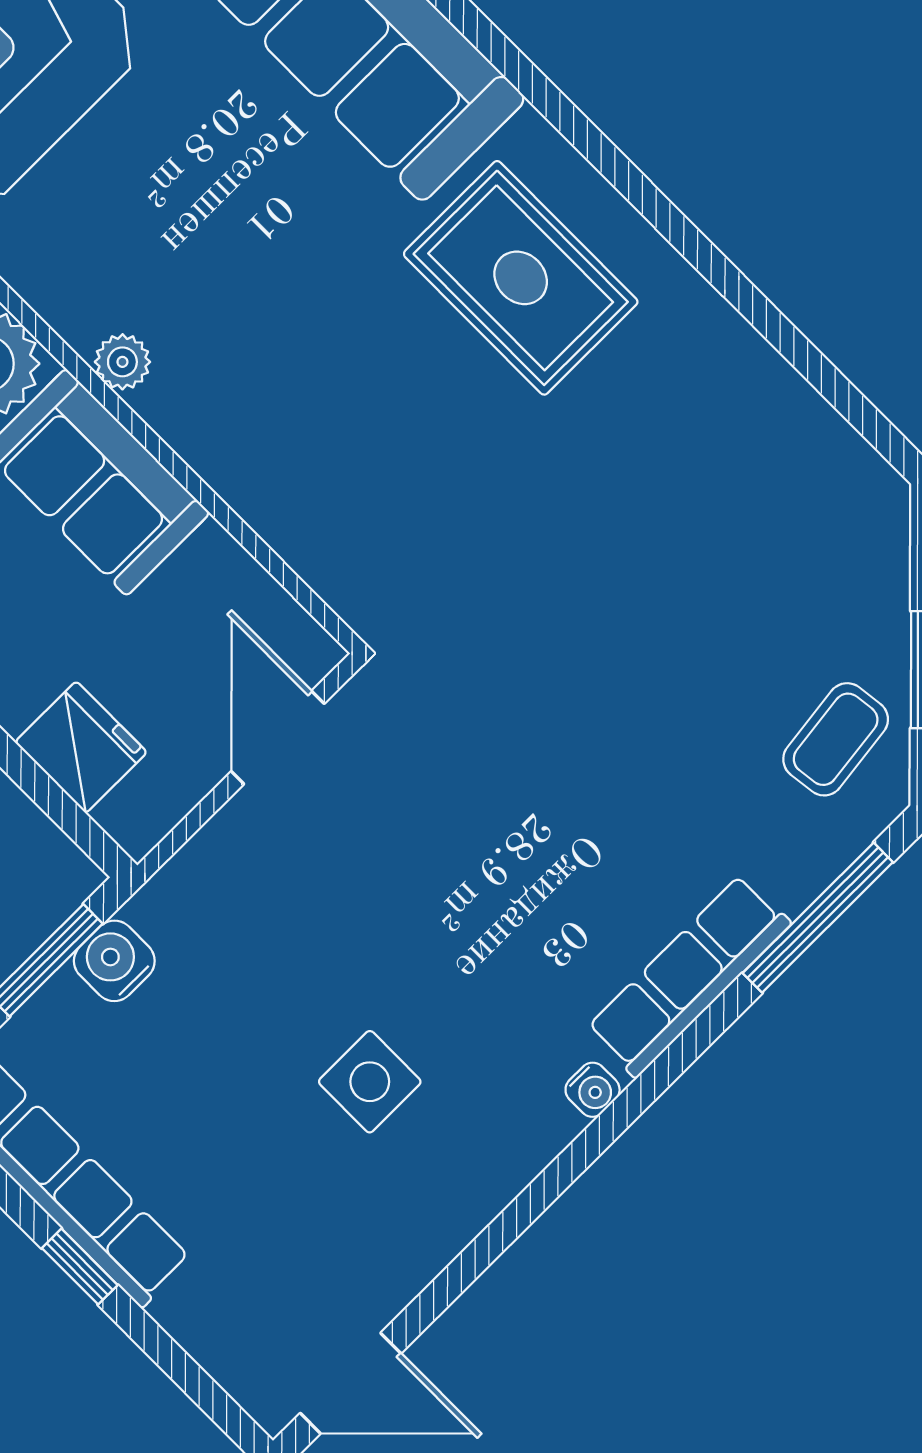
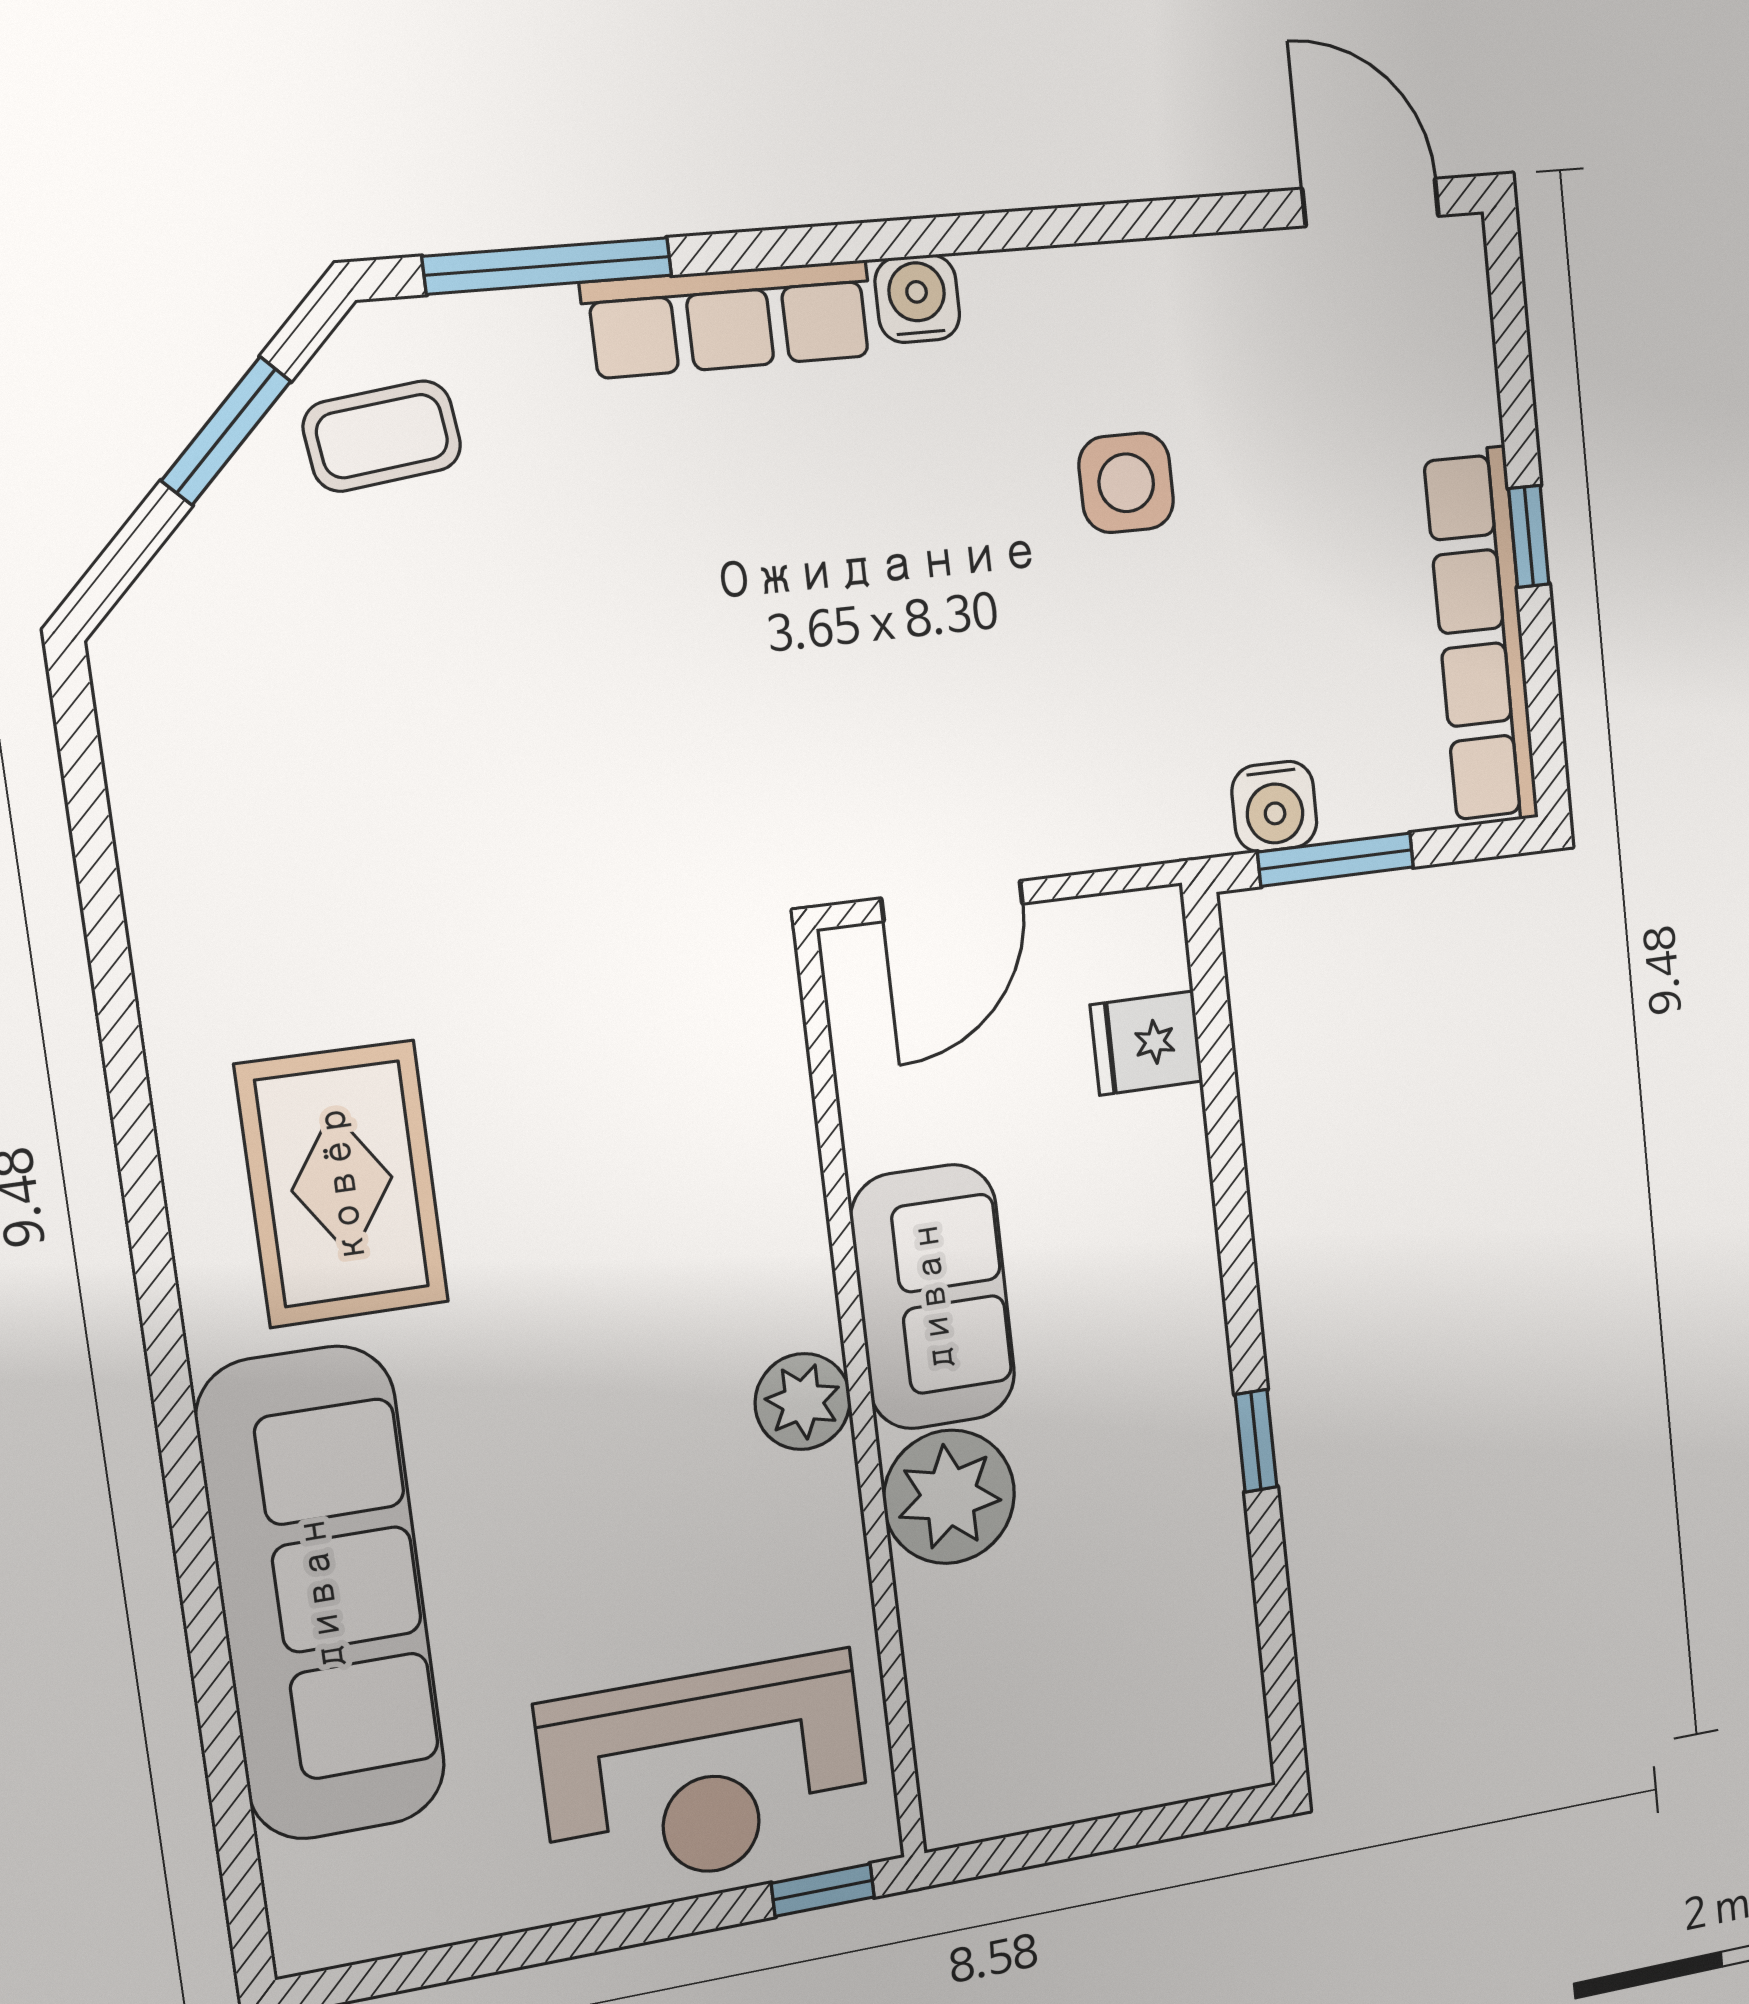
plant: (122, 362) -> (803, 1402), width x1.38, depth x1.38
fridge: (81, 747) -> (1147, 1043), width x0.72
water cooler: (593, 1090) -> (917, 299), width x1.38, depth x1.38

